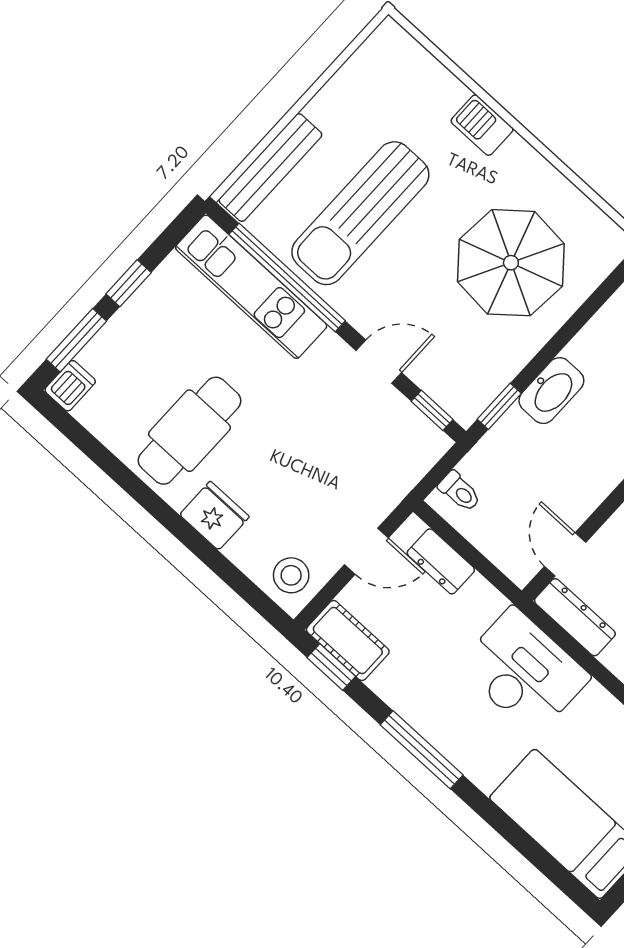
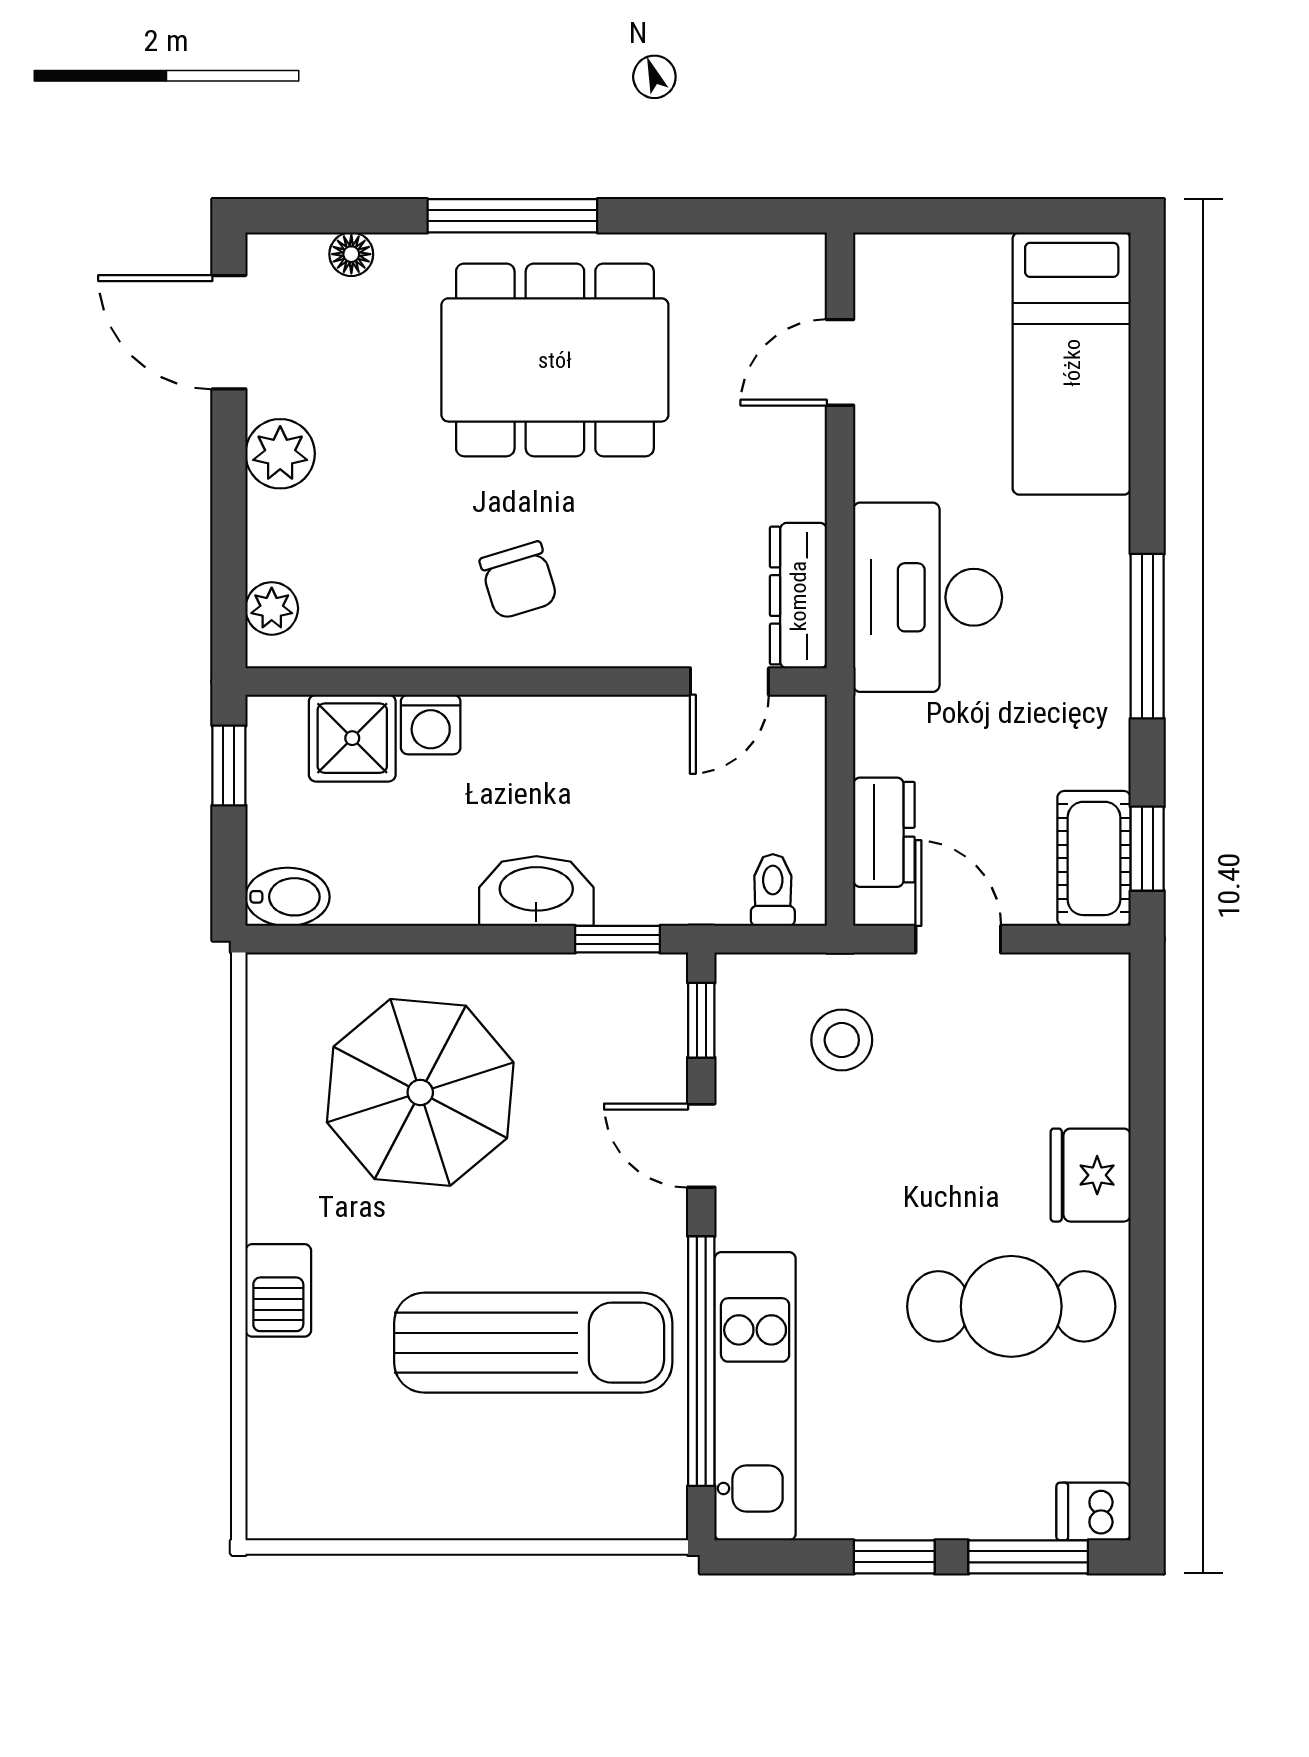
bench: (270, 167) -> (580, 1511), removed
stool: (291, 575) -> (842, 1040), moved

